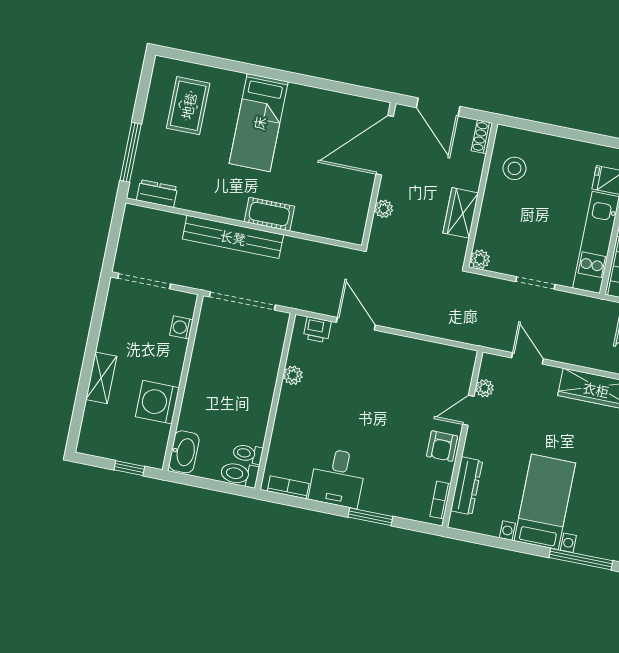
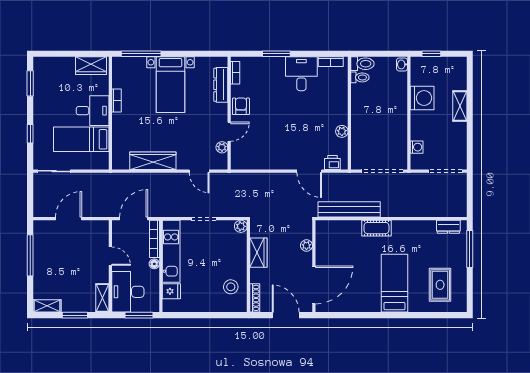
shoe rack: (482, 137) -> (255, 298), width x1.43
bench: (233, 237) -> (349, 209), moved
washbasin: (184, 452) -> (402, 64), width x0.52, depth x0.69

